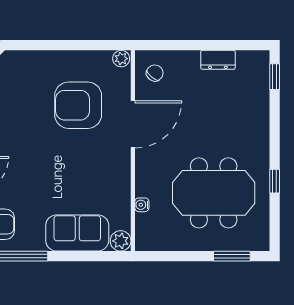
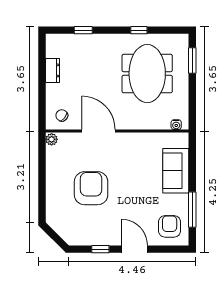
window: (275, 77) -> (83, 30), moved
armchair: (78, 105) -> (91, 188), moved, turned 180
water cooler: (142, 205) -> (176, 125), moved
plant: (121, 241) -> (181, 140), removed

